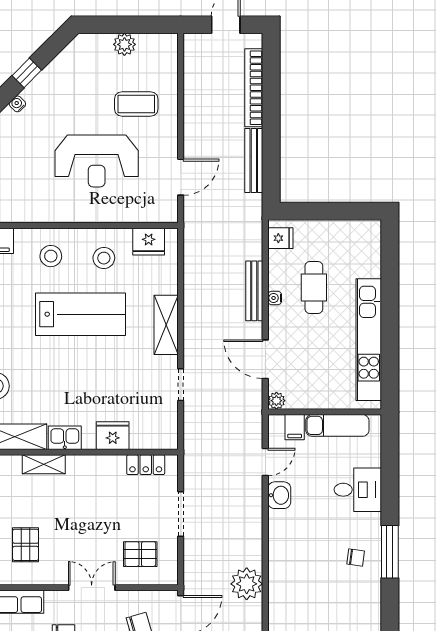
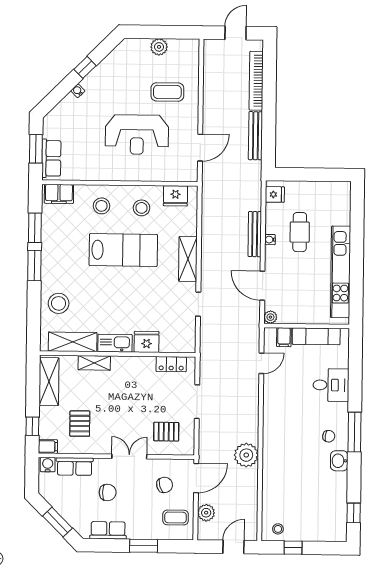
kitchen sink: (65, 438) -> (115, 343), width x1.38
washbasin: (279, 495) -> (339, 461), moved, turned 180

